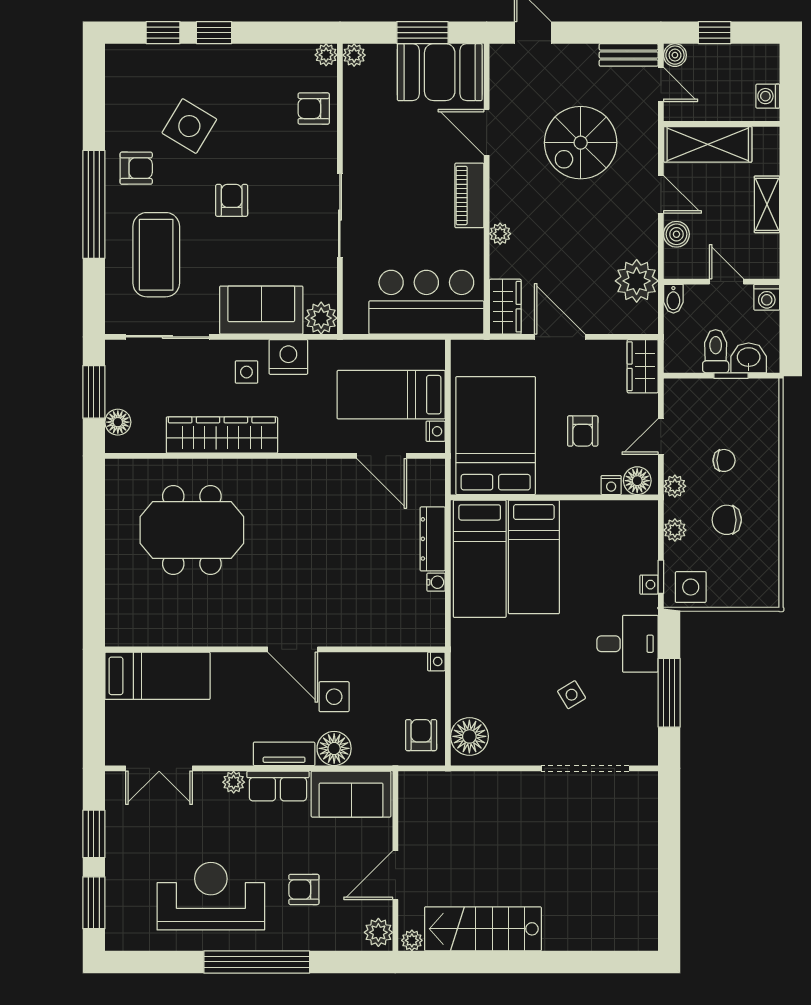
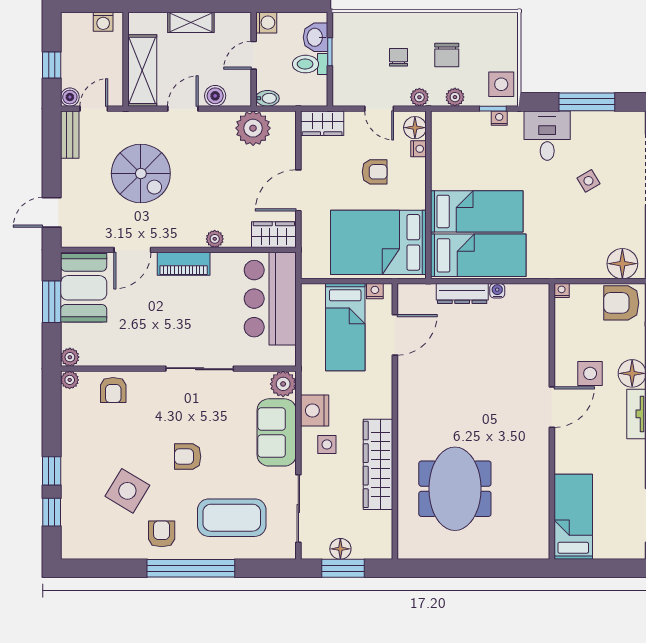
floor lamp: (118, 422) -> (340, 549), moved
armchair: (421, 735) -> (621, 303), width x1.38, depth x1.38

